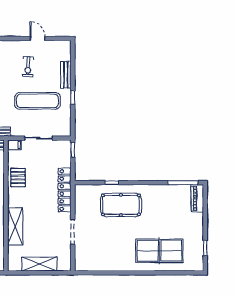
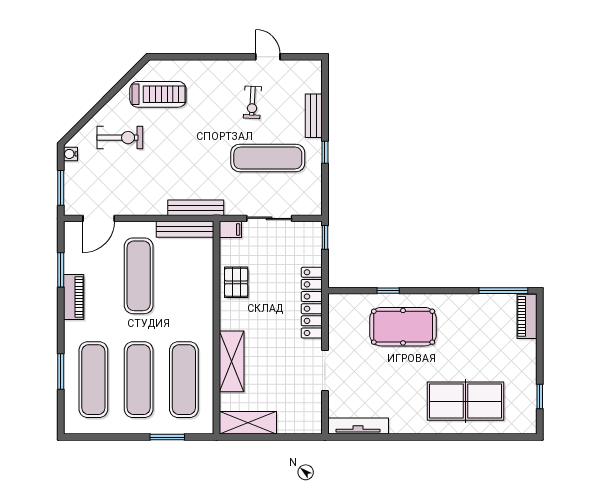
shelving: (39, 264) -> (248, 423), moved
tv unit: (93, 266) -> (358, 426), added

